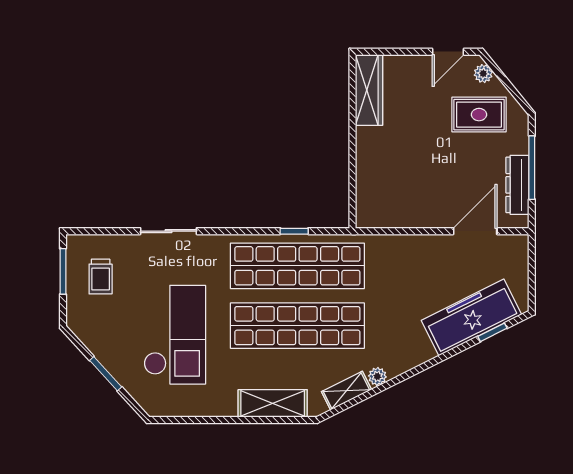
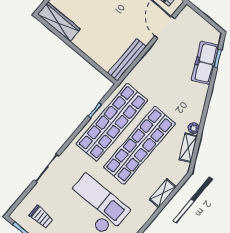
bench: (393, 218) -> (127, 60), added
freezer: (471, 317) -> (205, 63), width x0.73, depth x0.79
shelving: (273, 403) -> (163, 193), width x0.67, depth x0.75

